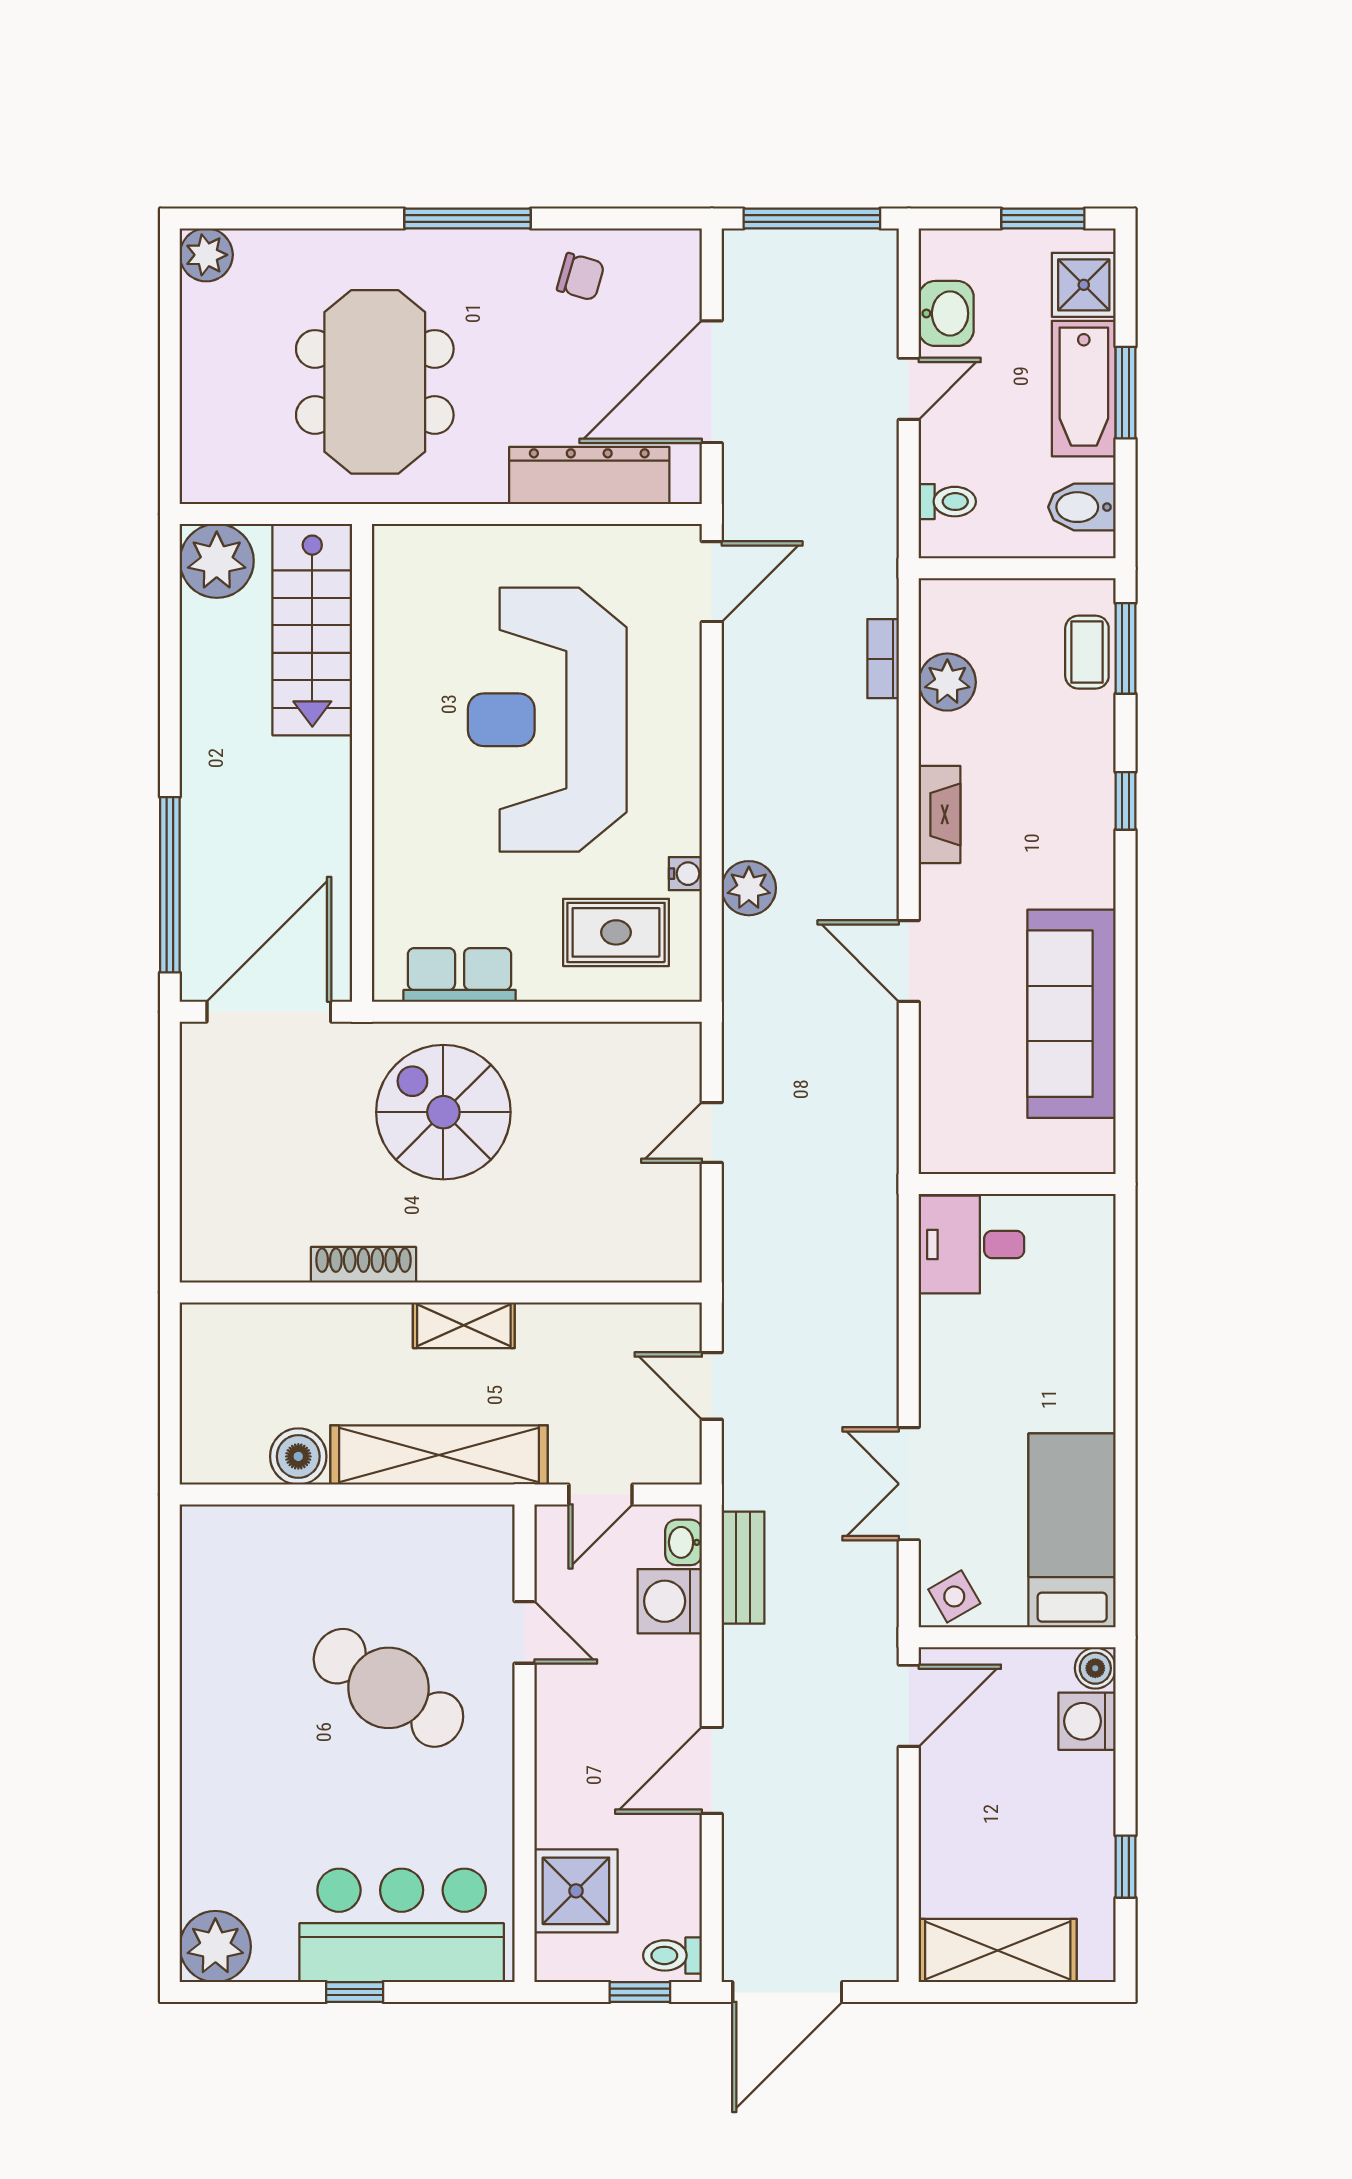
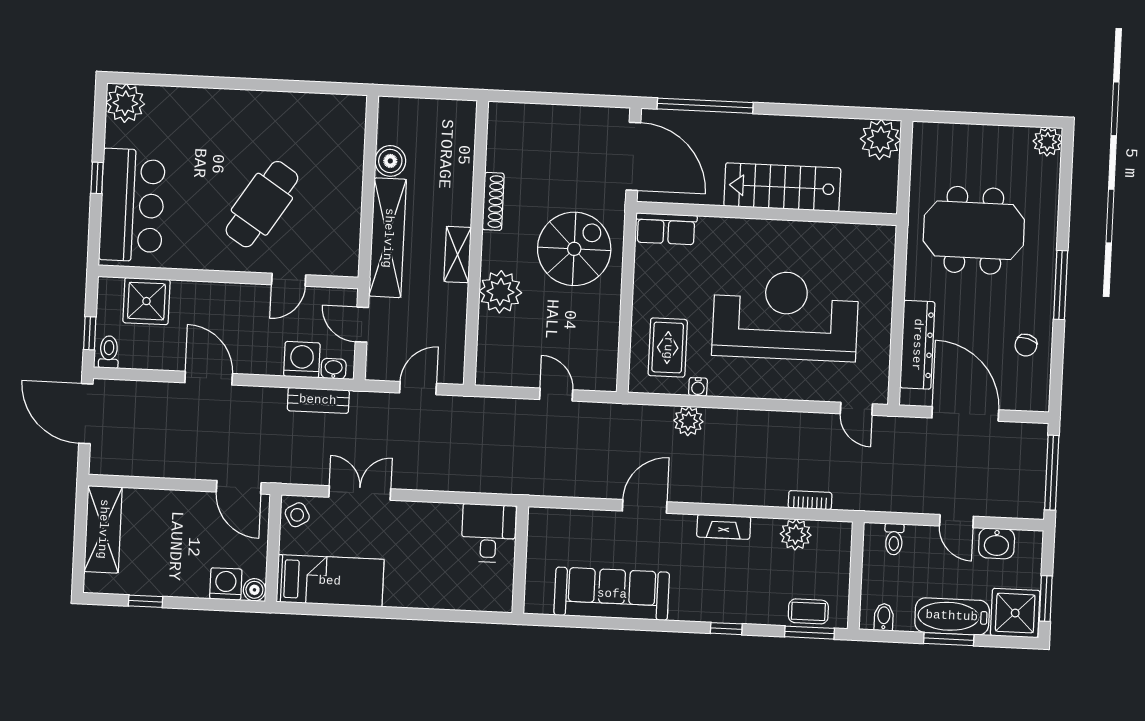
shower: (1084, 285) -> (1015, 613), width x1.36, depth x1.36
bidet: (1082, 507) -> (884, 617), width x0.72, depth x0.74
door: (712, 582) -> (856, 409), width x0.73
stairs: (312, 630) -> (782, 187), moved
row of seats: (460, 975) -> (666, 229), moved, turned 90
plant: (528, 1243) -> (500, 292), added

